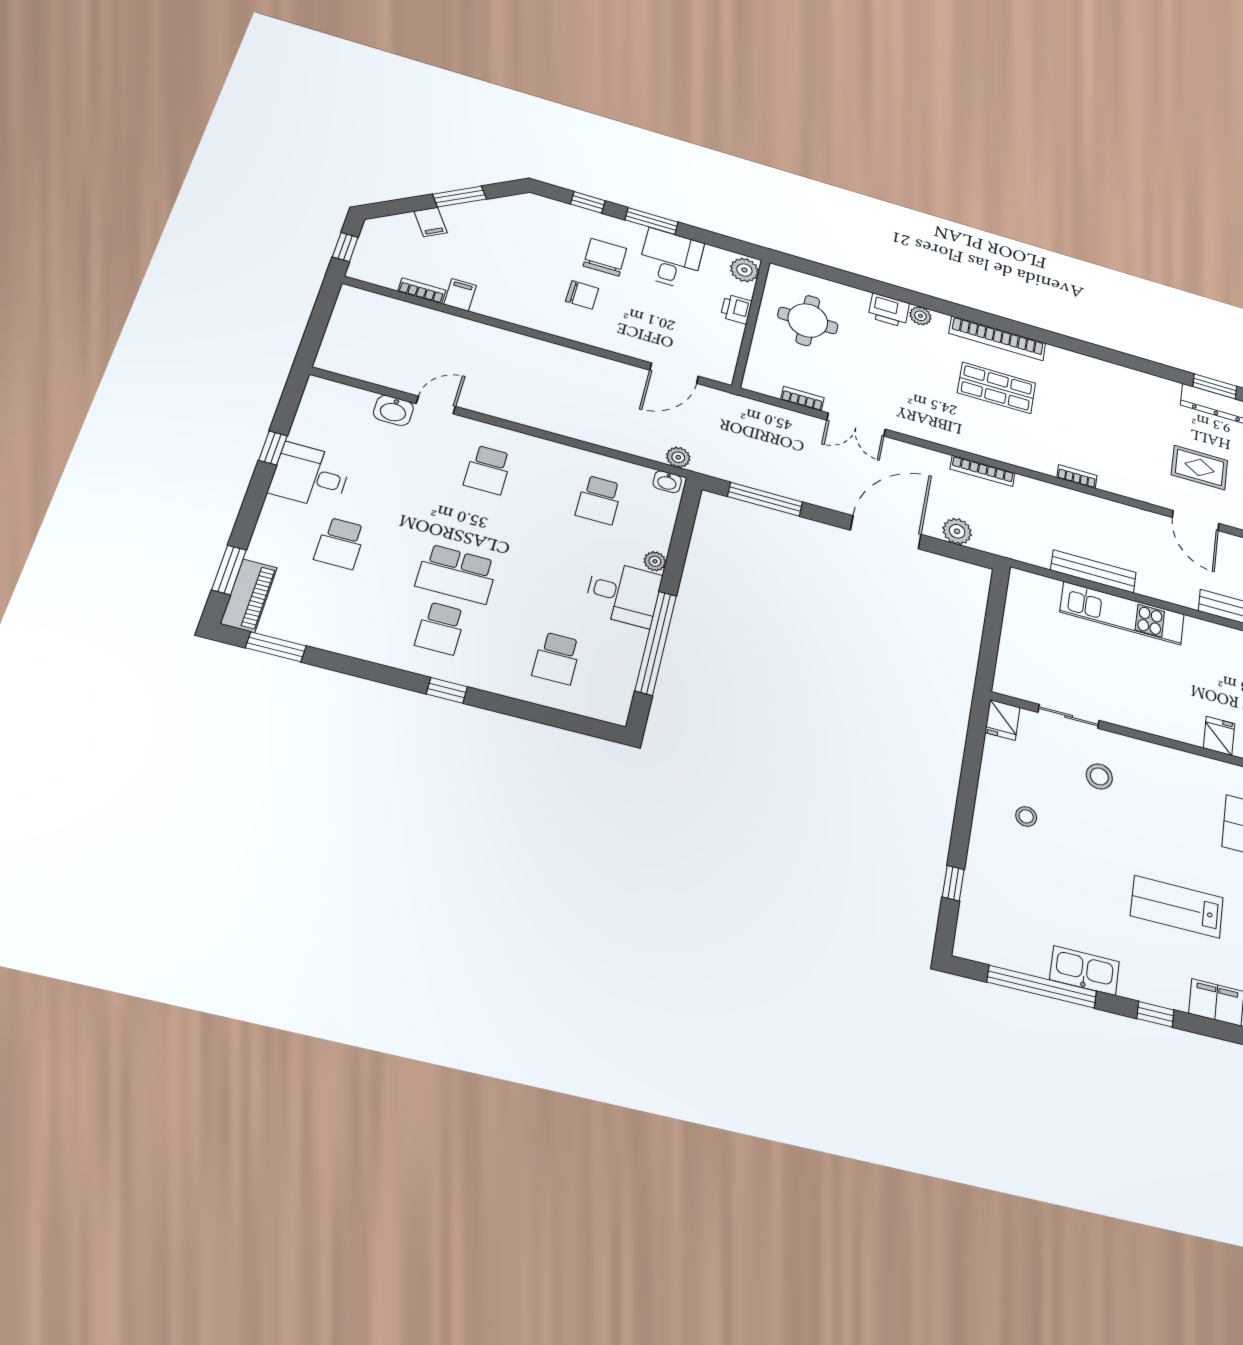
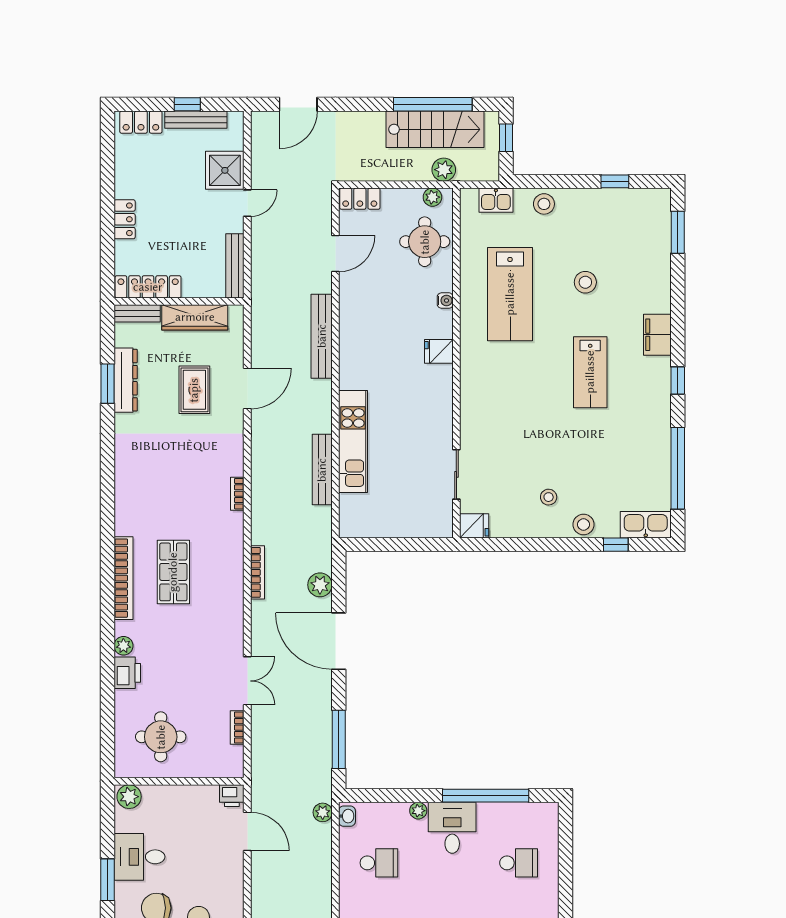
printer: (736, 309) -> (232, 796), moved
stool: (1099, 776) -> (584, 524), moved
kitchen sink: (1084, 971) -> (646, 525), moved, turned 90

